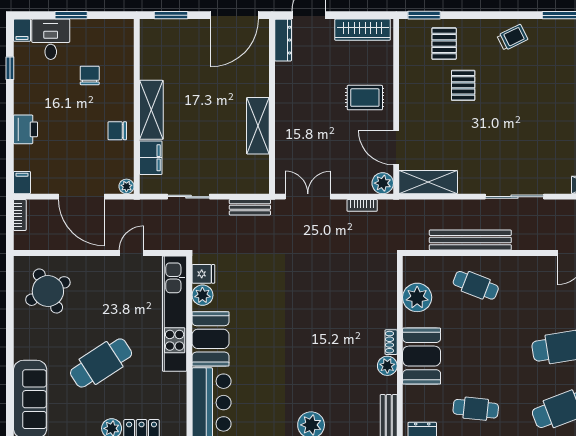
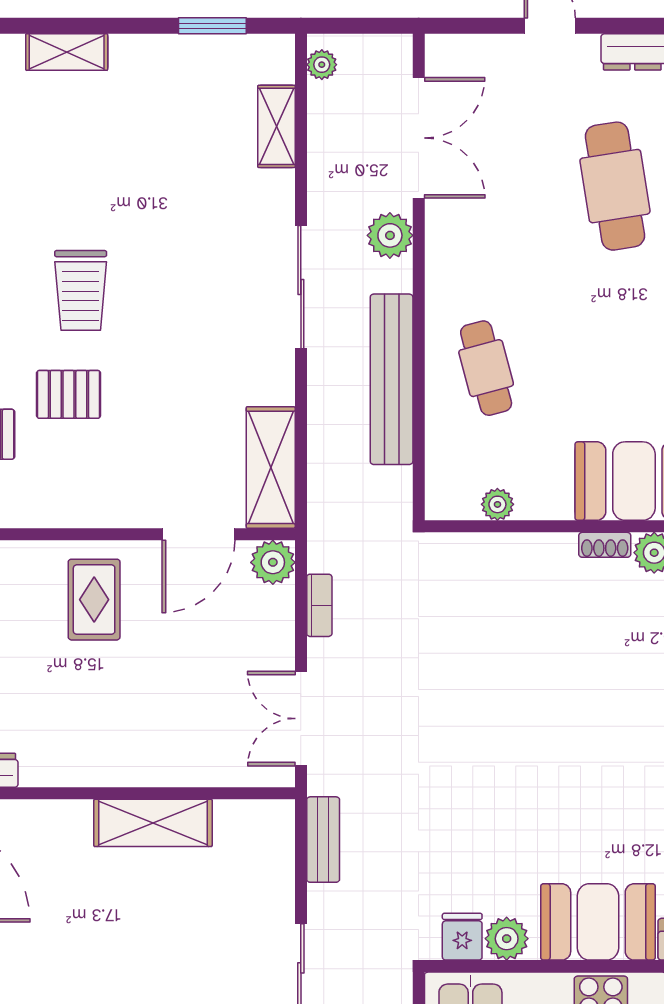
trolley: (513, 91) -> (81, 290), added
plant: (539, 239) -> (390, 235), added
cafe table: (476, 285) -> (486, 368), turned -36
plant: (417, 297) -> (497, 504), width x0.53, depth x0.53

